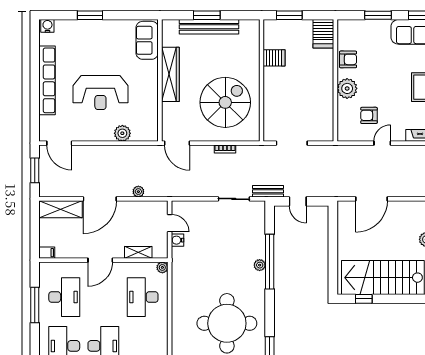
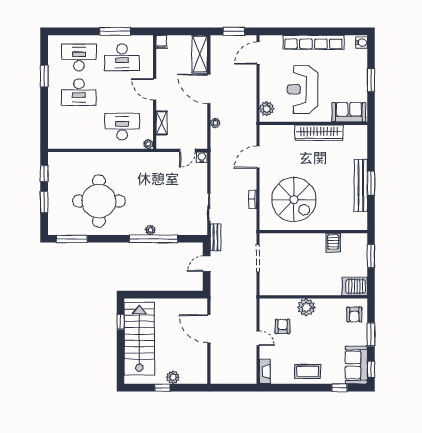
sofa: (147, 40) -> (349, 112), moved
armchair: (348, 59) -> (354, 314), moved
wardrobe: (170, 74) -> (319, 133), moved
wall: (160, 80) -> (313, 123), moved
water cooler: (177, 240) -> (202, 157), moved

